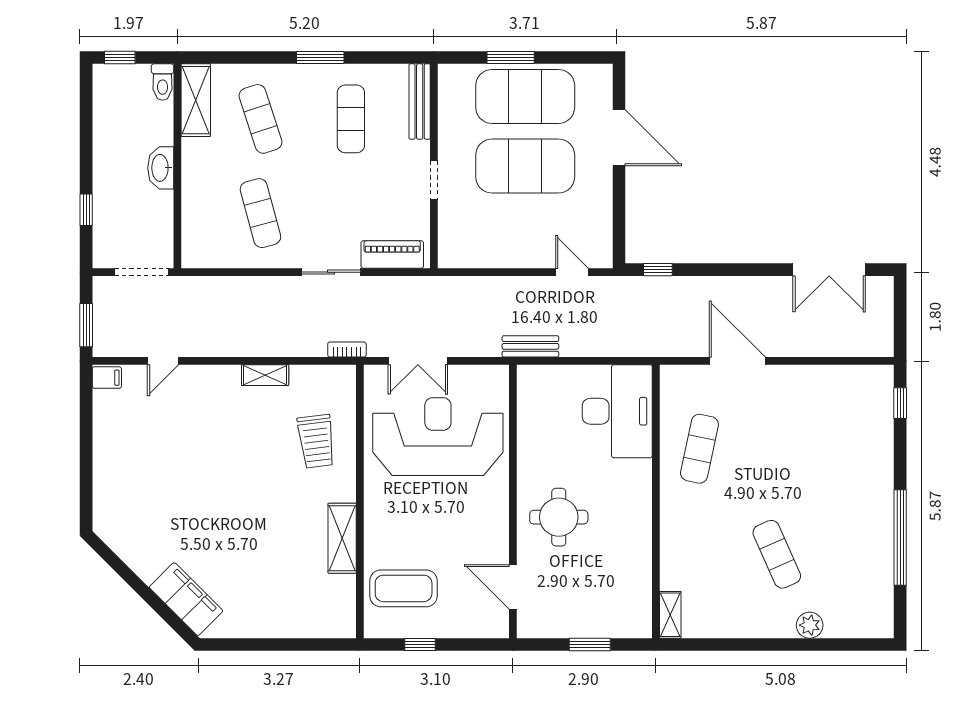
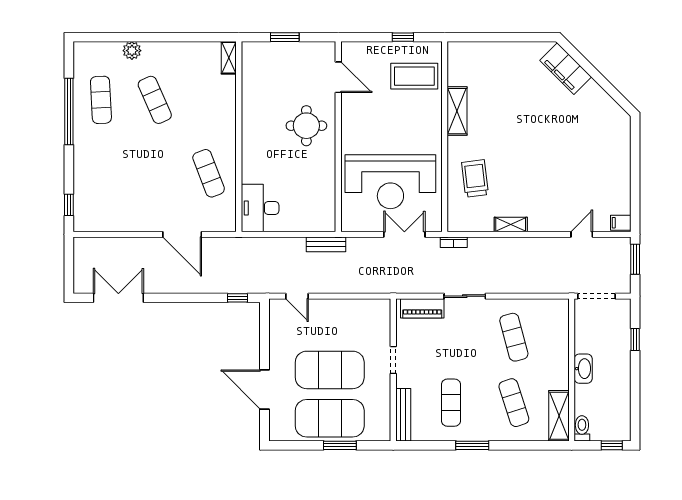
desk: (617, 411) -> (260, 208), width x0.73, depth x0.77
exercise mat: (699, 449) -> (209, 173), turned -33
exercise mat: (854, 554) -> (101, 100), added

